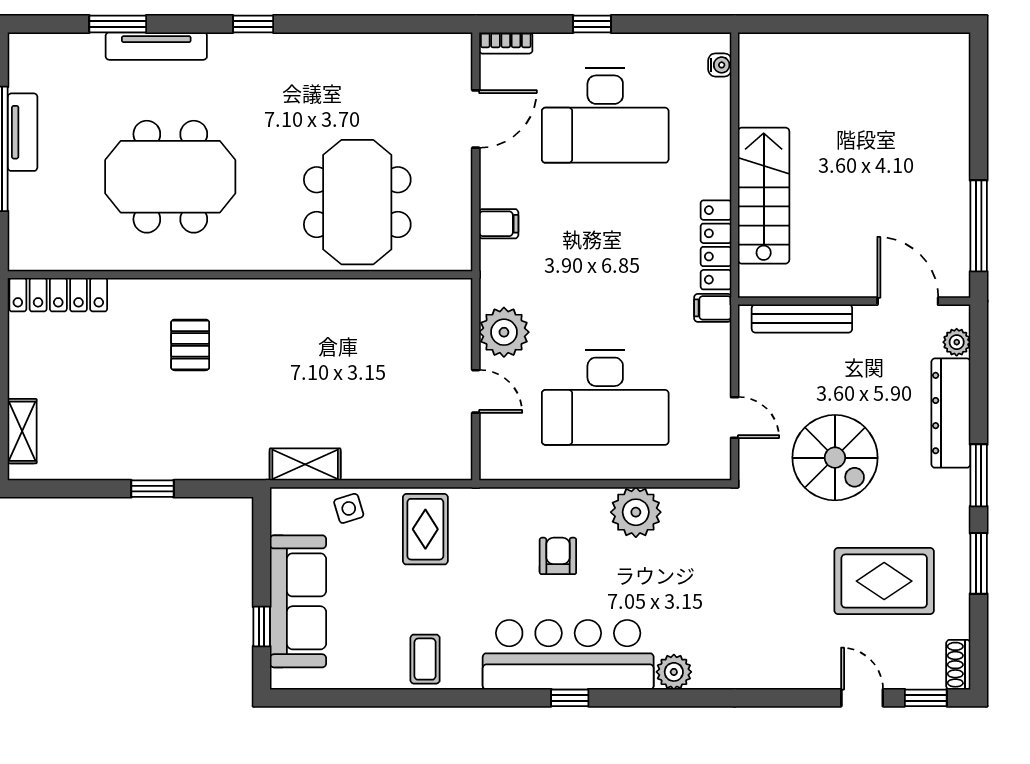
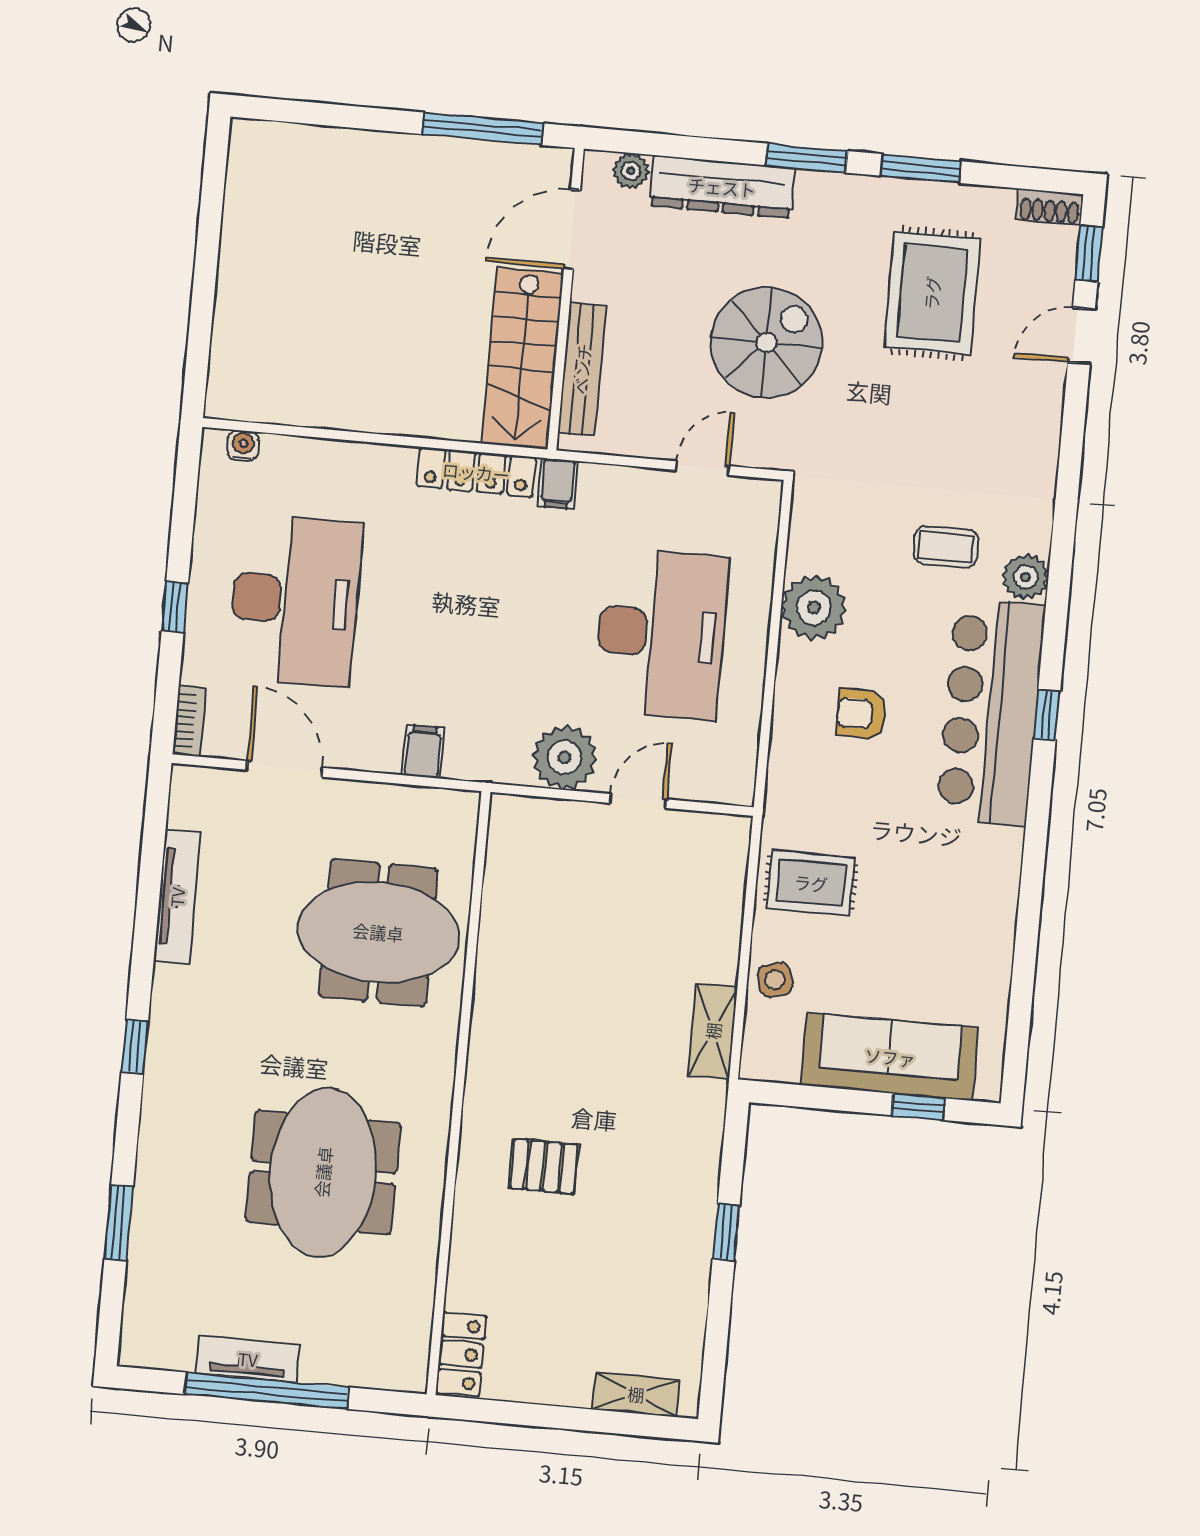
tv unit: (156, 46) -> (177, 897), moved
stairs: (764, 196) -> (522, 358), moved, turned -90
locker: (58, 295) -> (461, 1354), width x0.66
coffee table: (425, 659) -> (946, 547), moved

